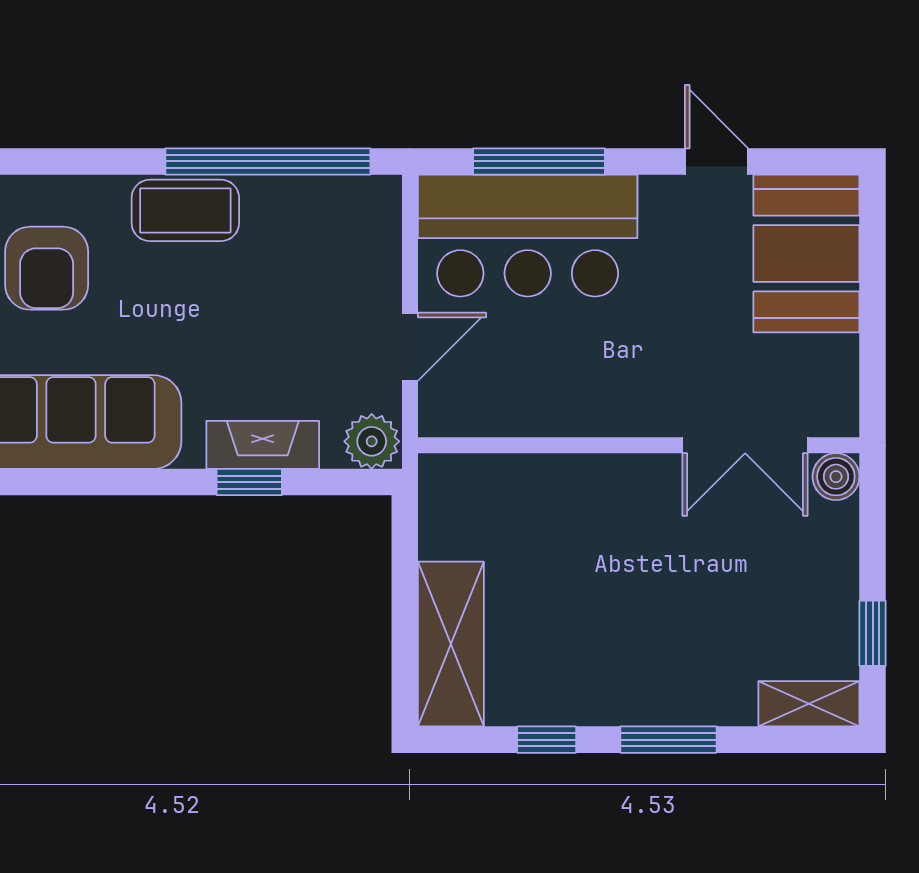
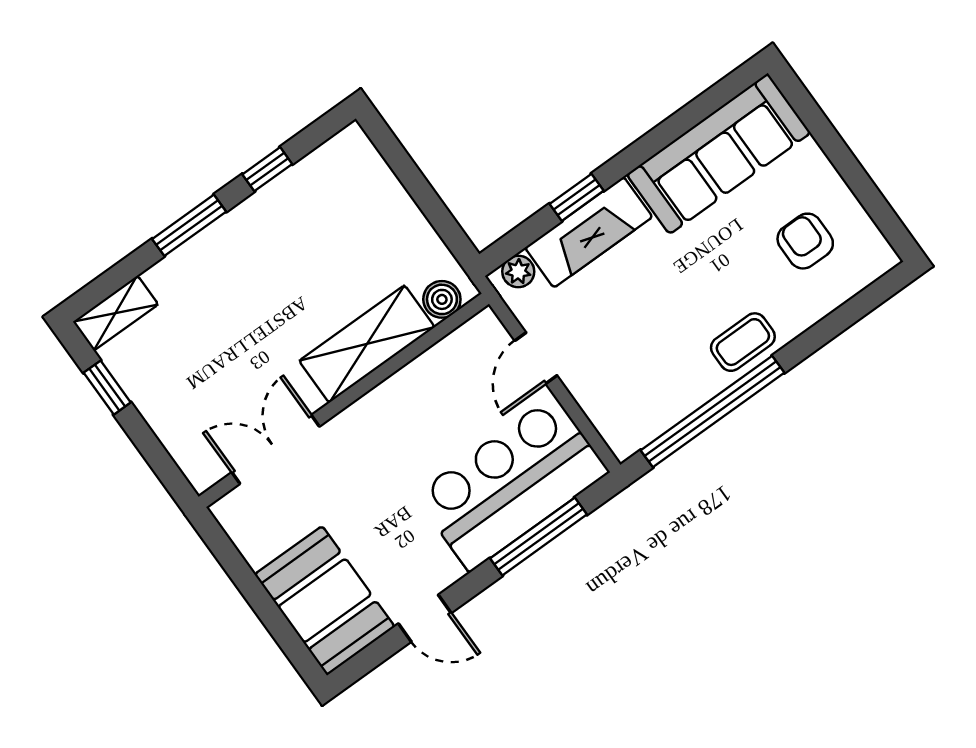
coffee table: (185, 210) -> (743, 342), width x0.73, depth x0.77
armchair: (47, 268) -> (805, 241), width x0.72, depth x0.72
plant: (372, 441) -> (518, 272), width x0.73, depth x0.73
fireplace: (263, 445) -> (589, 232), width x1.37, depth x1.32
boiler: (836, 477) -> (442, 299), moved
shelving: (451, 644) -> (367, 344), moved, turned 90

